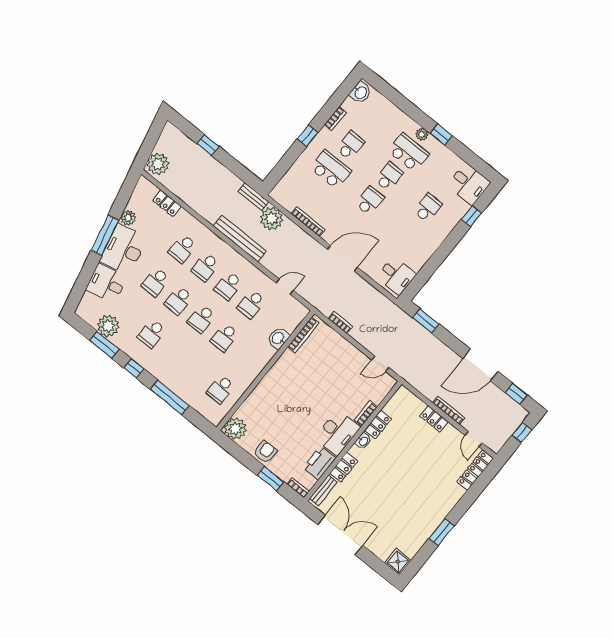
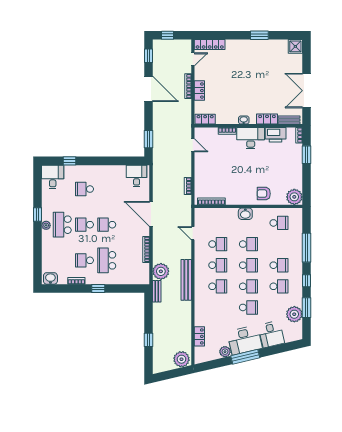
school desk: (182, 249) -> (279, 265), moved
washbasin: (278, 338) -> (245, 214), moved
locker: (378, 424) -> (205, 119), moved
armchair: (265, 452) -> (264, 194), moved

